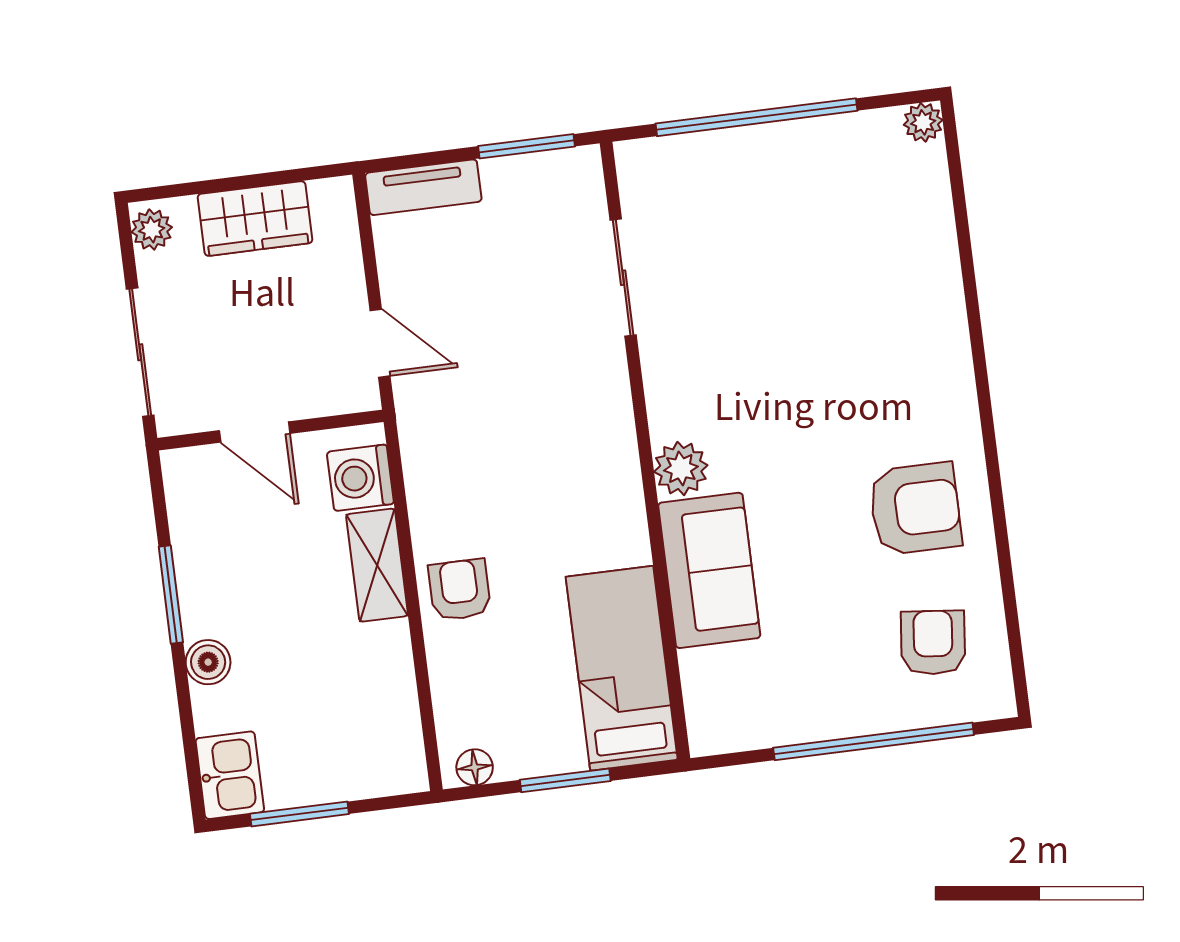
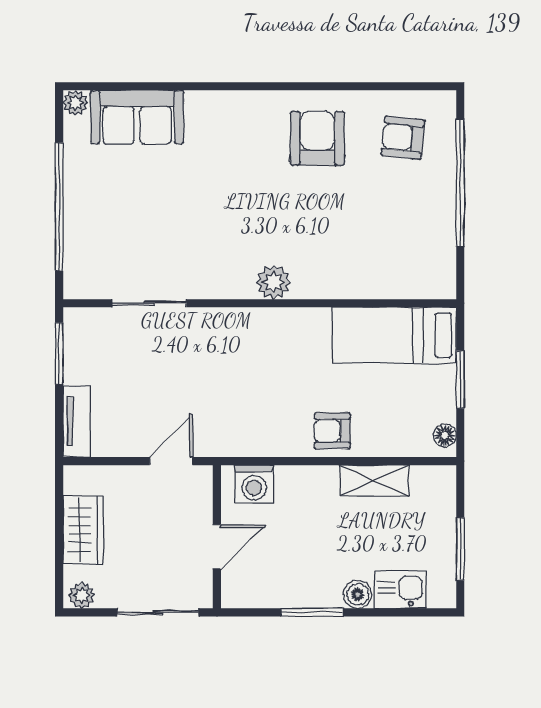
shelving: (377, 565) -> (374, 481), moved
sofa: (709, 570) -> (137, 117), moved, turned 180
kitchen sink: (230, 775) -> (400, 590), moved

